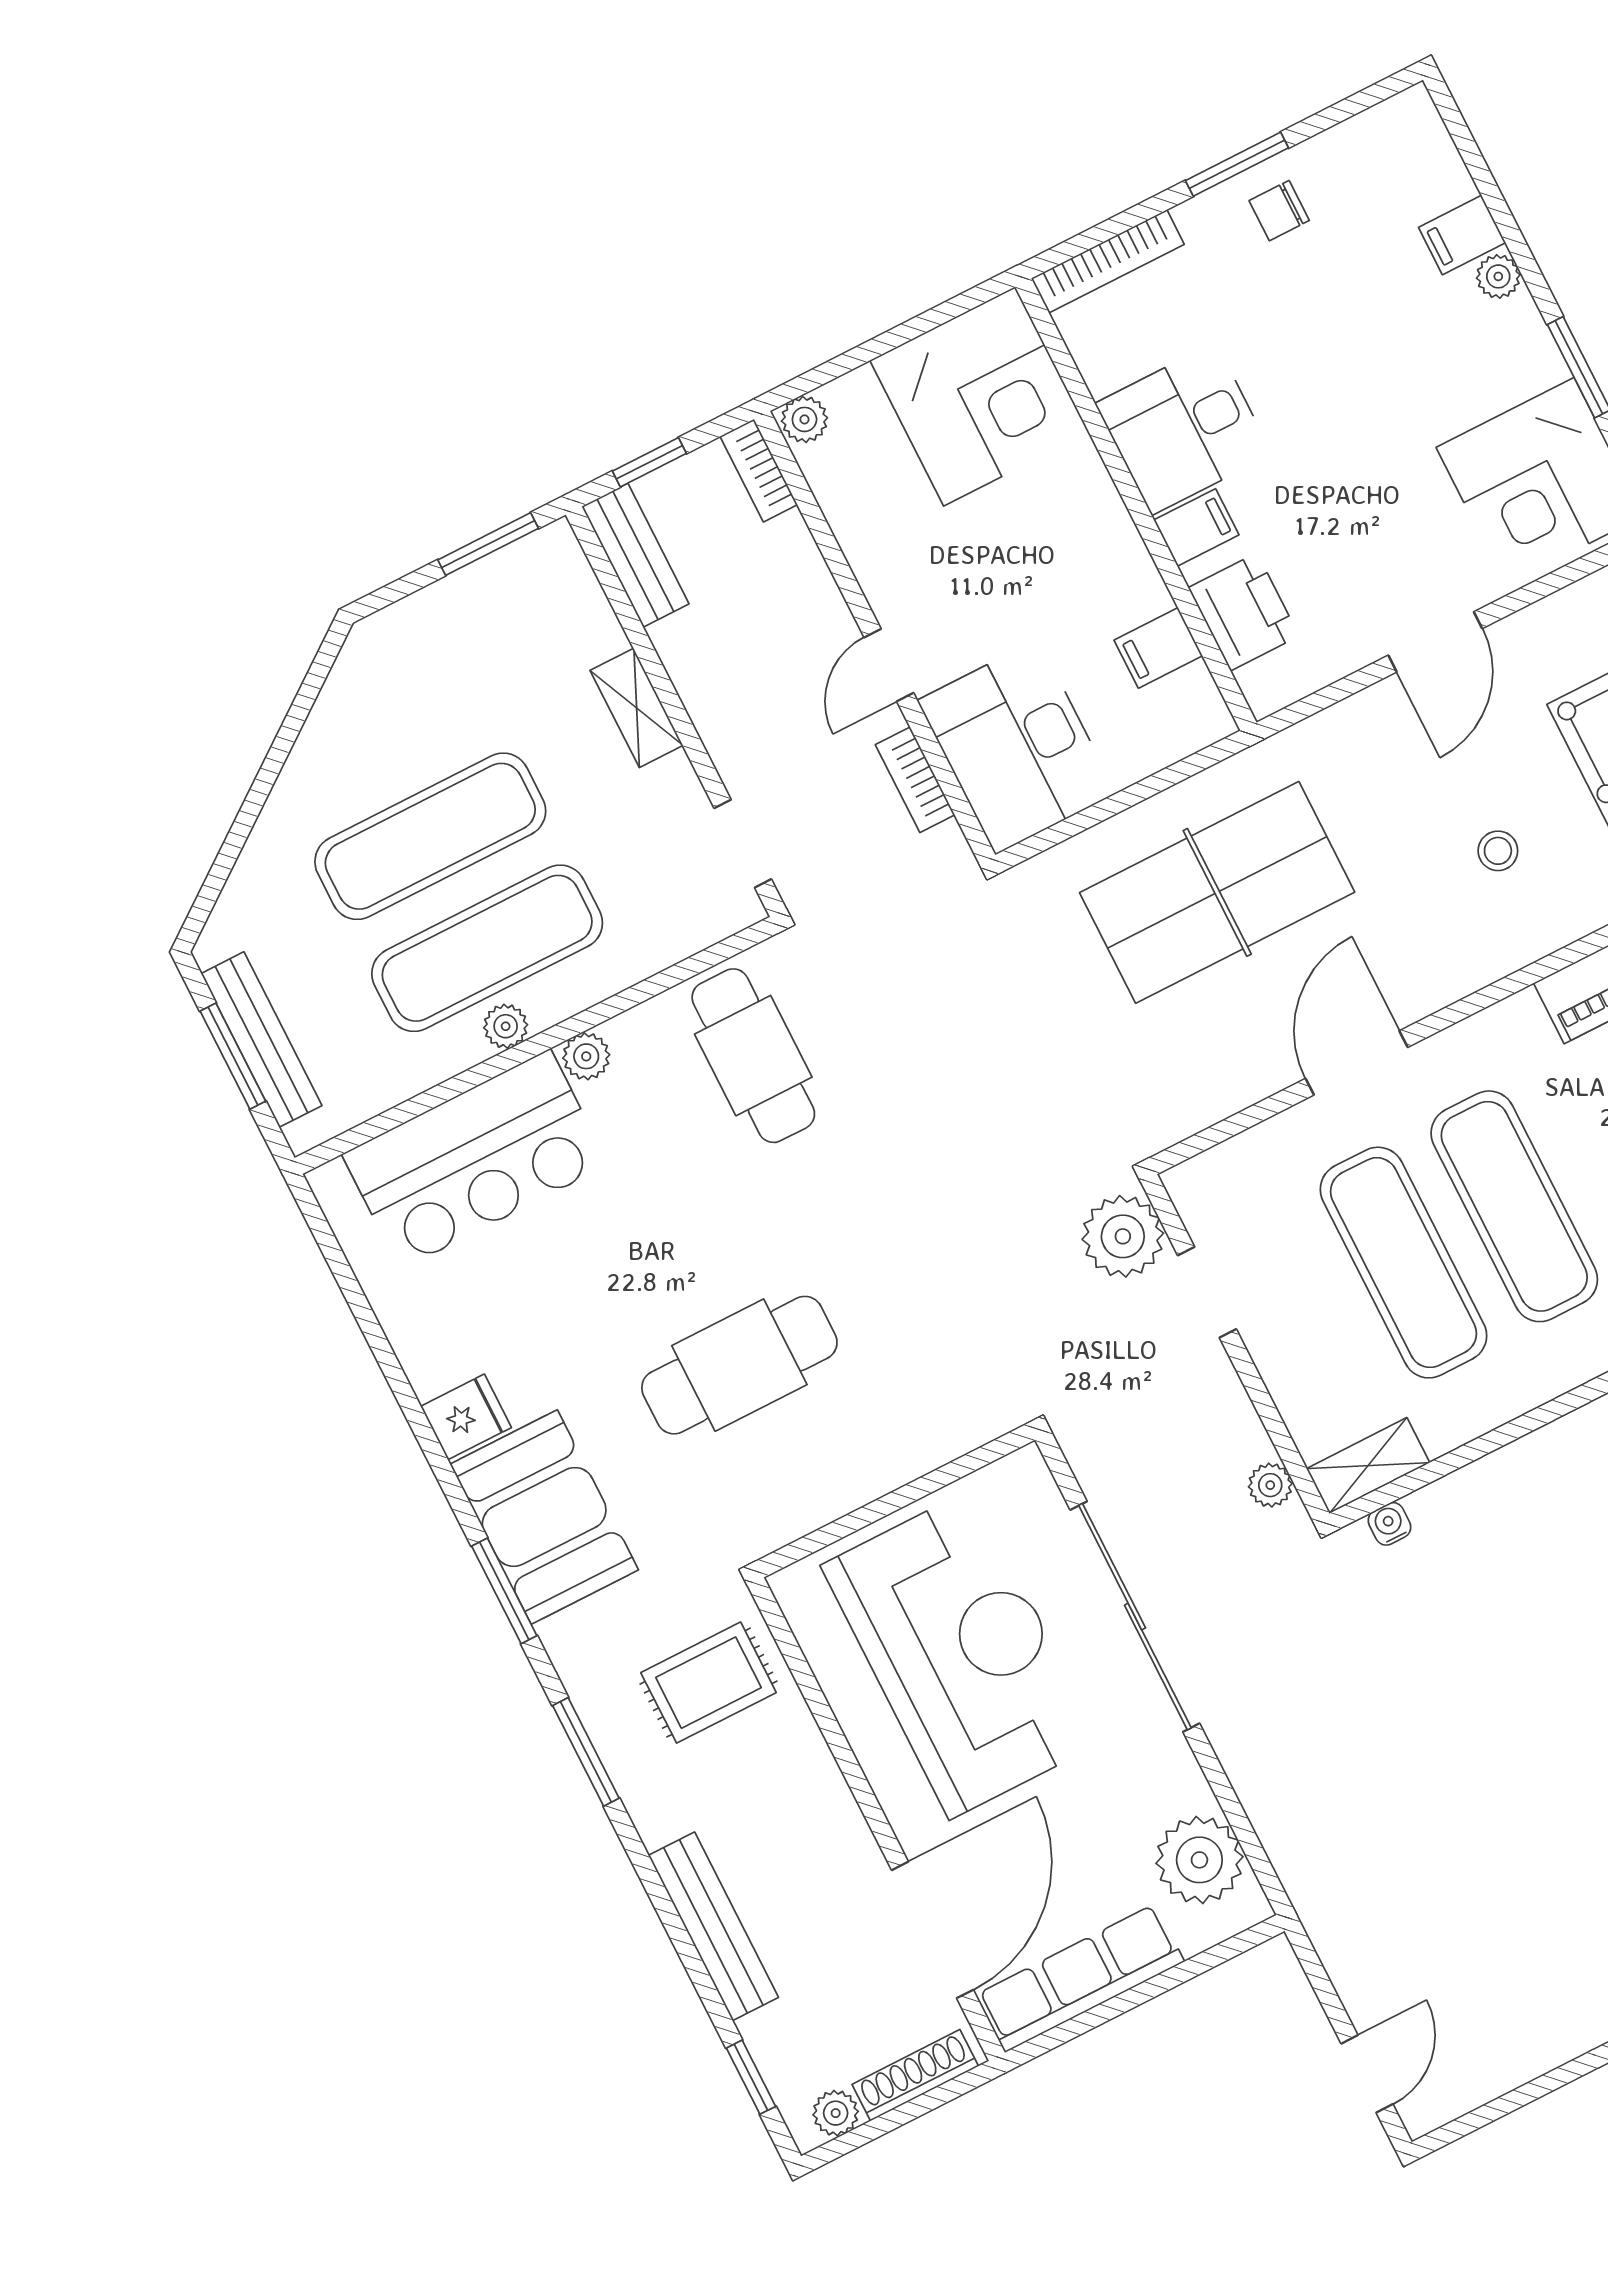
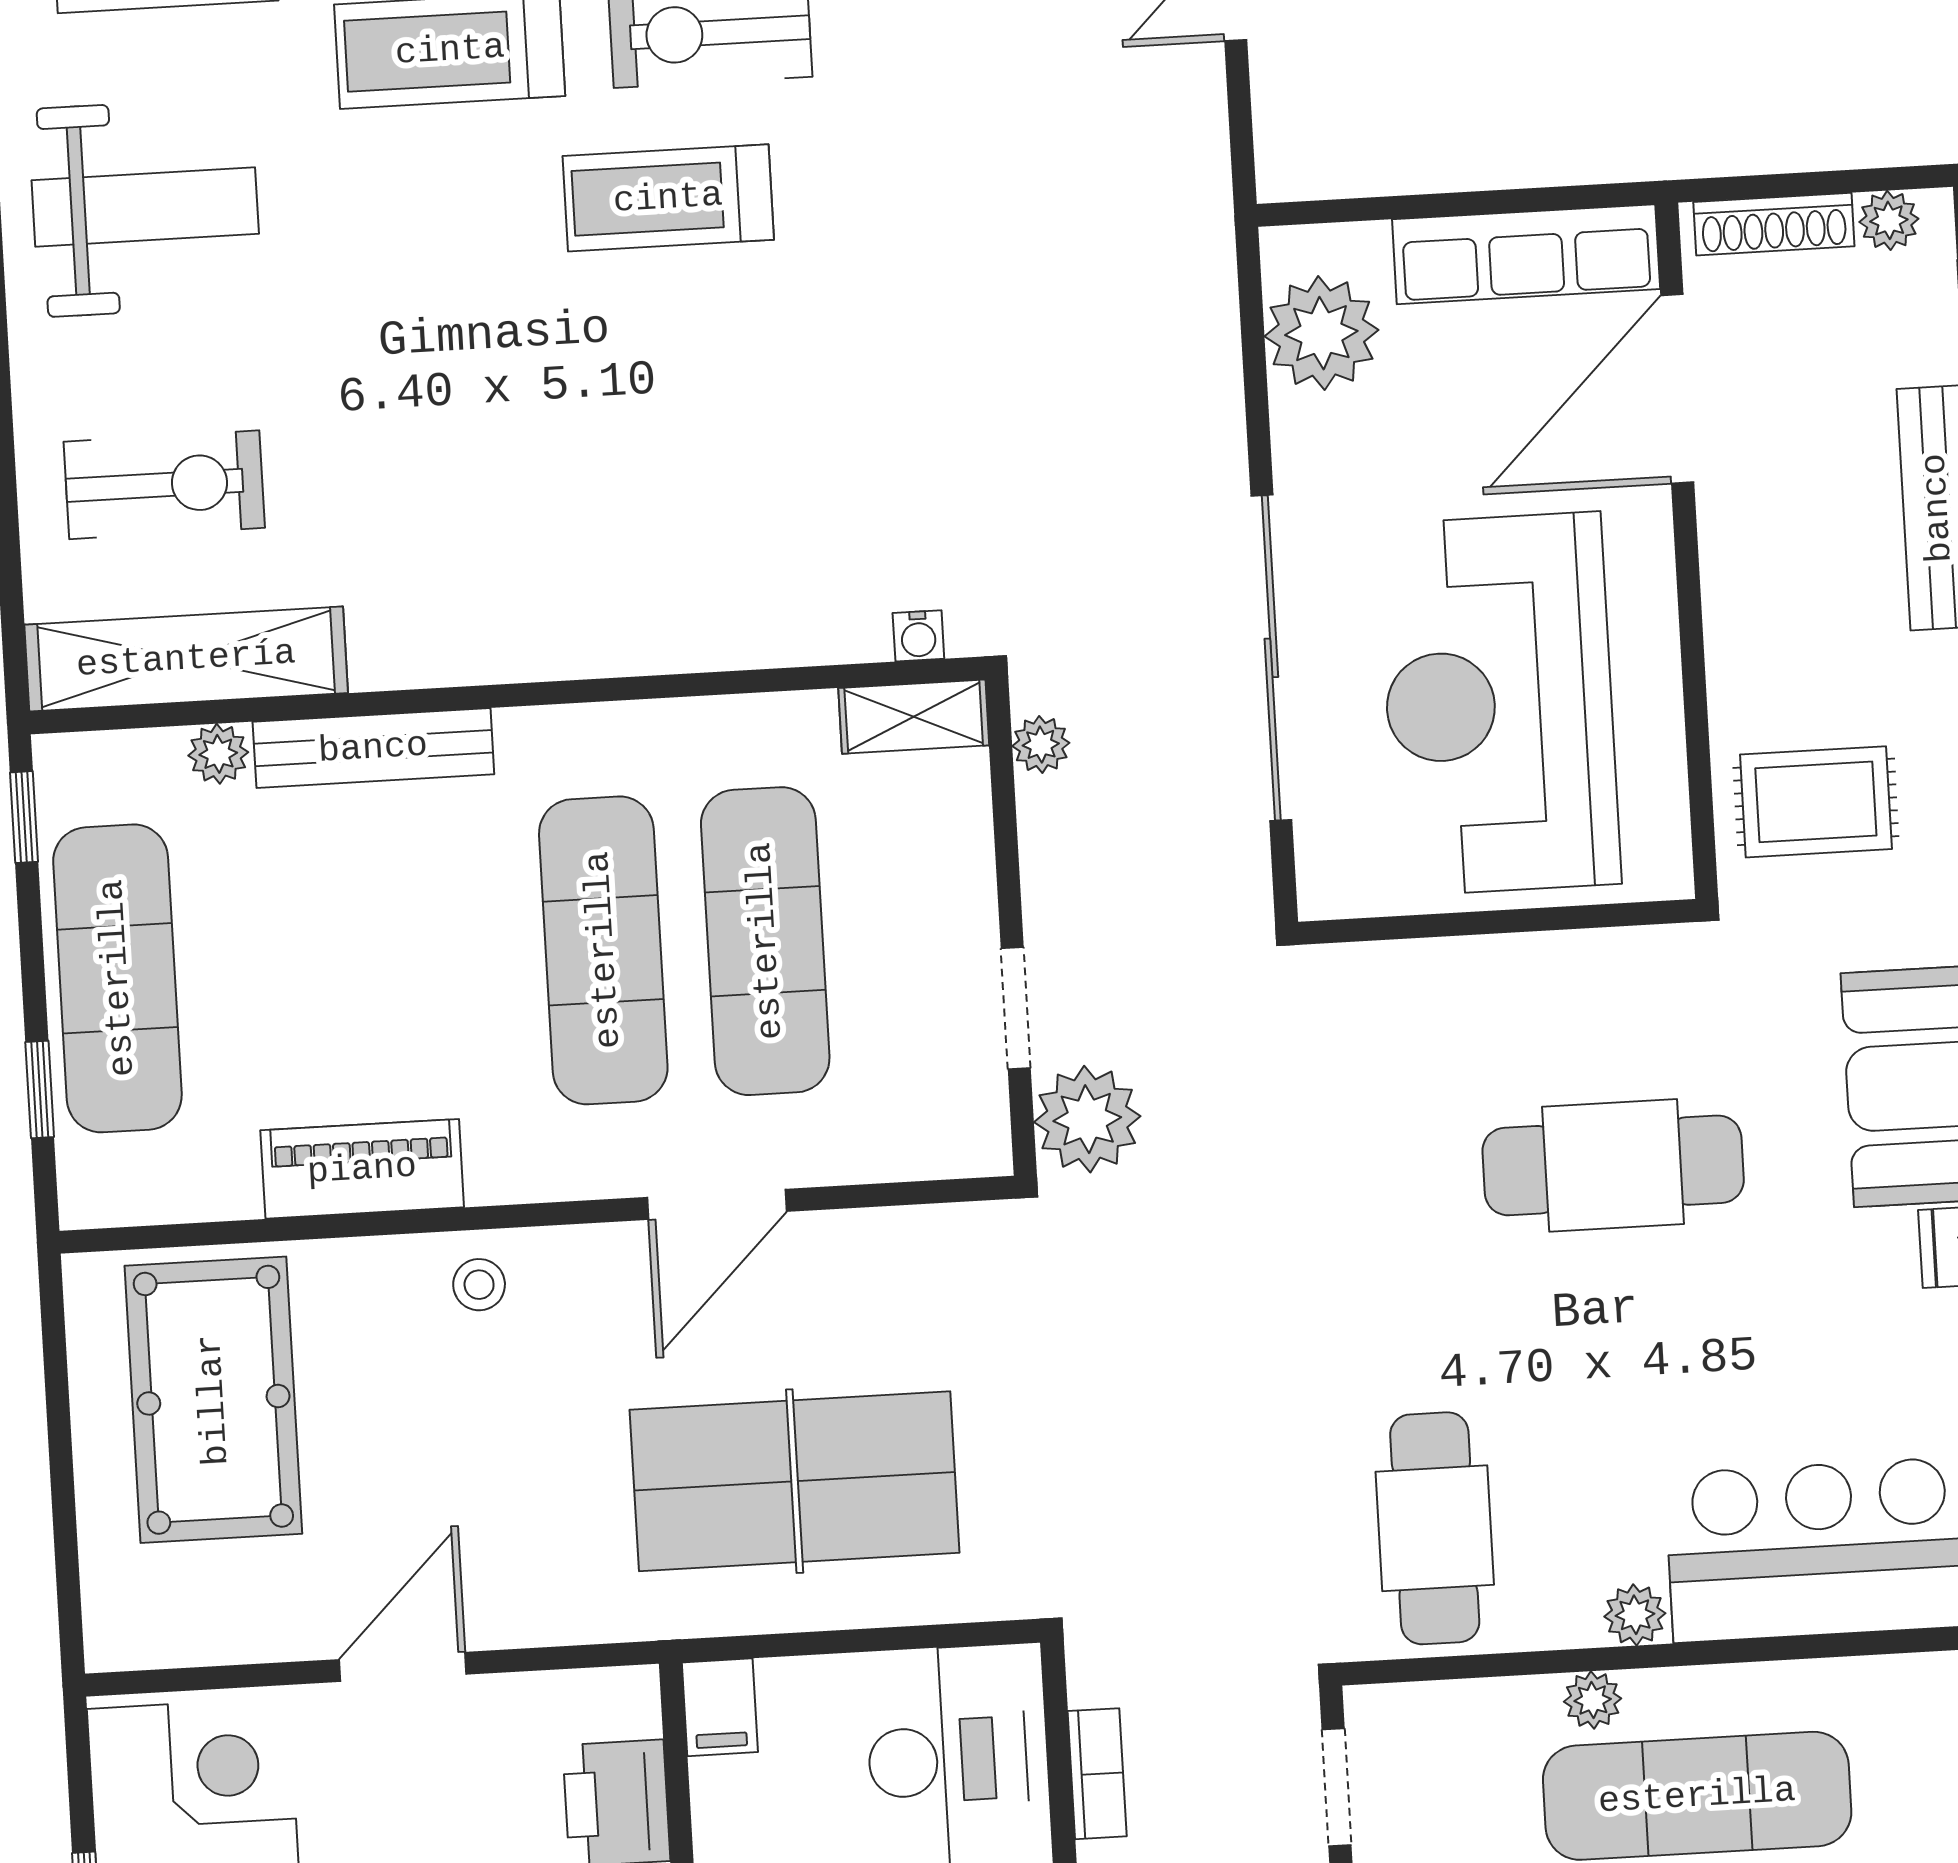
filing cabinet: (1158, 648) -> (720, 1707), moved, turned 90
stool: (1498, 851) -> (479, 1285), moved
plant: (506, 1026) -> (1593, 1700), moved

